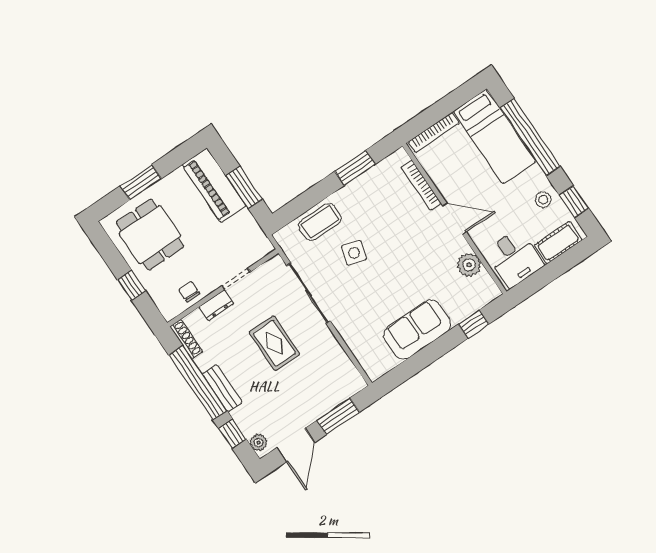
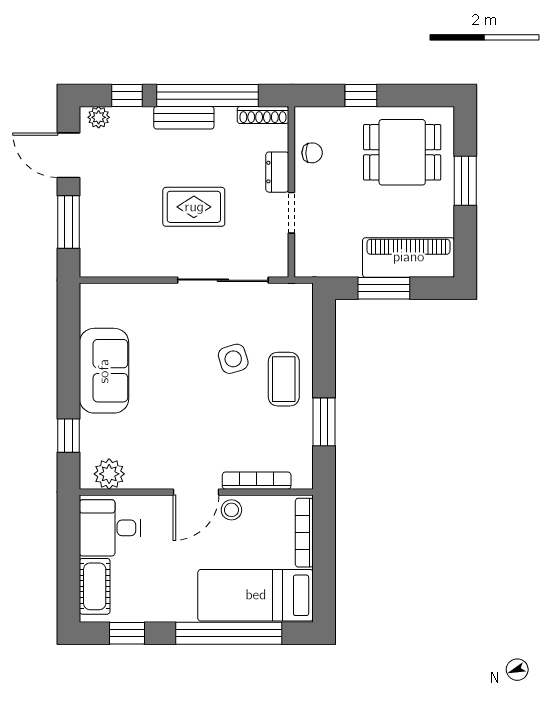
stool: (543, 200) -> (231, 510), moved
coffee table: (320, 222) -> (284, 379), moved
side table: (354, 253) -> (233, 359), turned -34
plant: (469, 265) -> (109, 474), moved

